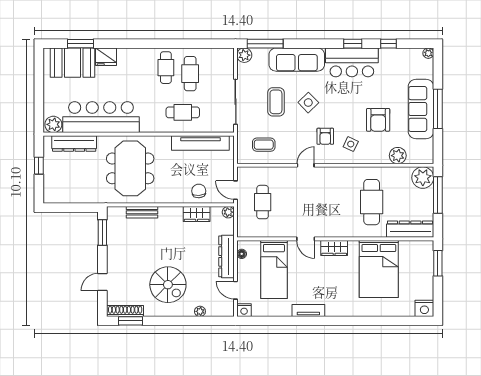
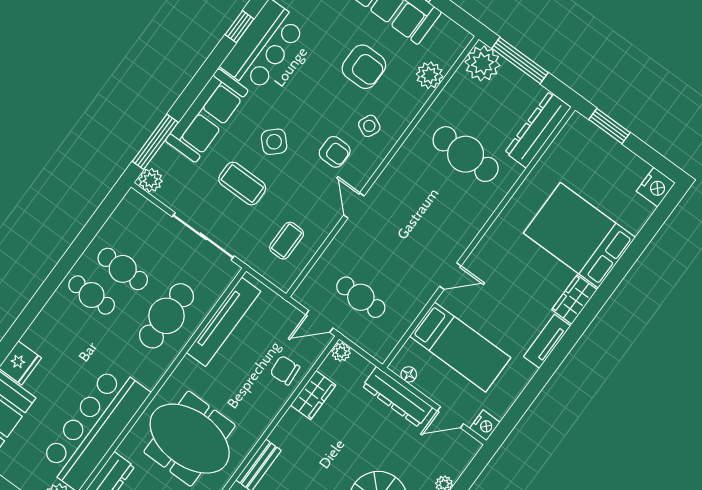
cafe table: (183, 112) -> (166, 316), width x1.37, depth x1.35
wardrobe: (334, 248) -> (574, 300), moved, turned 180
bed: (379, 269) -> (579, 235), moved, turned 180

